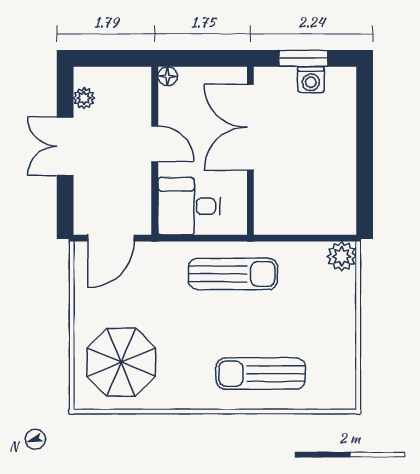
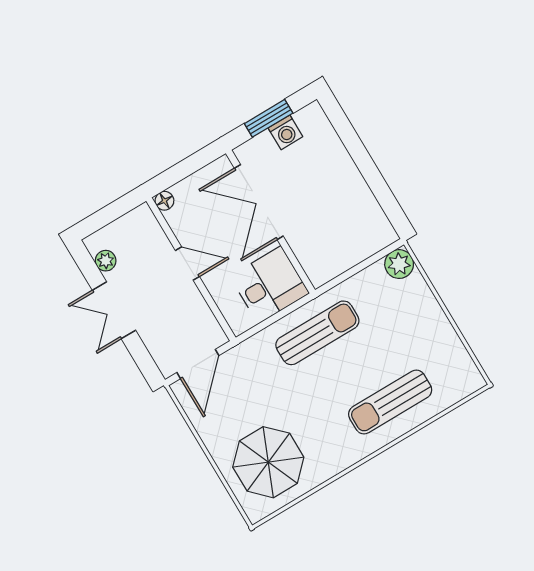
desk: (189, 206) -> (270, 285), moved, turned 180

